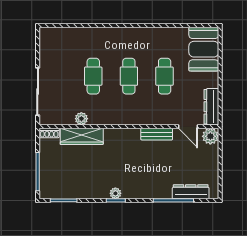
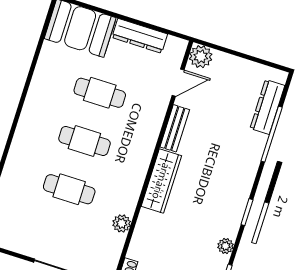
dresser: (211, 107) -> (140, 36), moved
wardrobe: (82, 136) -> (161, 181), moved
plant: (115, 193) -> (225, 246), moved

